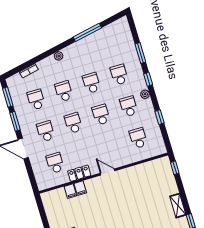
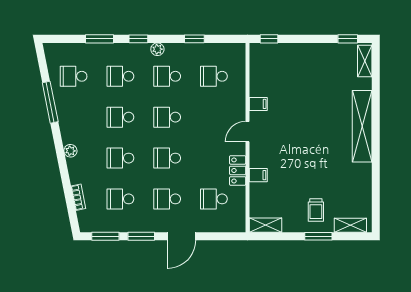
school desk: (110, 43) -> (74, 76), added
filing cabinet: (70, 191) -> (258, 104), moved
shelving: (178, 206) -> (266, 225), moved

